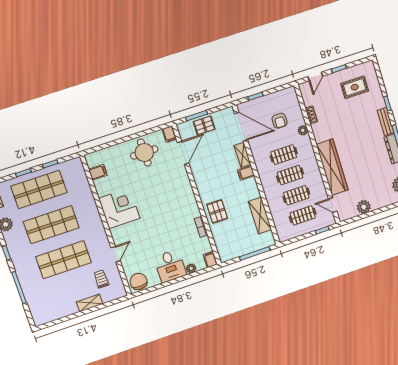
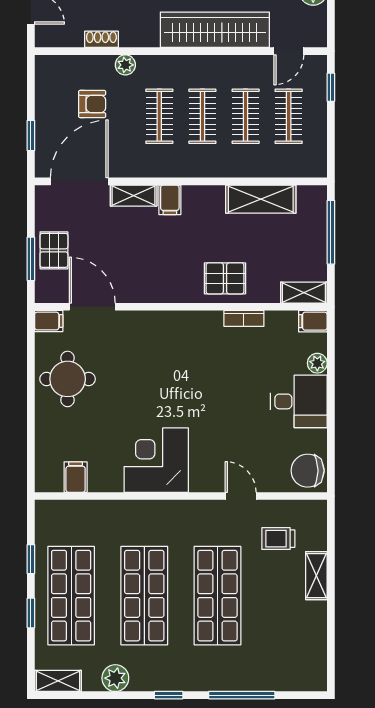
shelving: (222, 251) -> (304, 293), added

